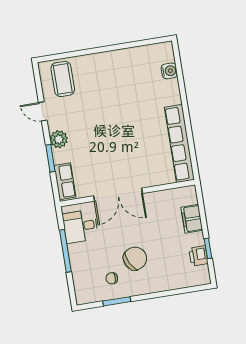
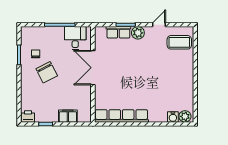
plant: (166, 54) -> (185, 116), added
row of seats: (65, 181) -> (118, 32), moved
printer: (198, 256) -> (28, 116), moved

